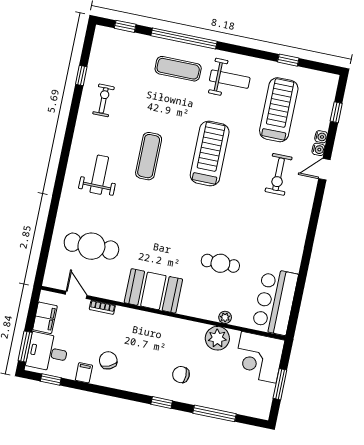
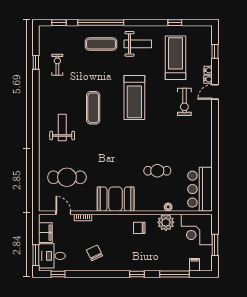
exercise bike: (104, 100) -> (57, 65), moved
treadmill: (210, 154) -> (134, 97), turned 180
filing cabinet: (84, 373) -> (195, 265), moved
chair: (181, 375) -> (139, 228), moved

